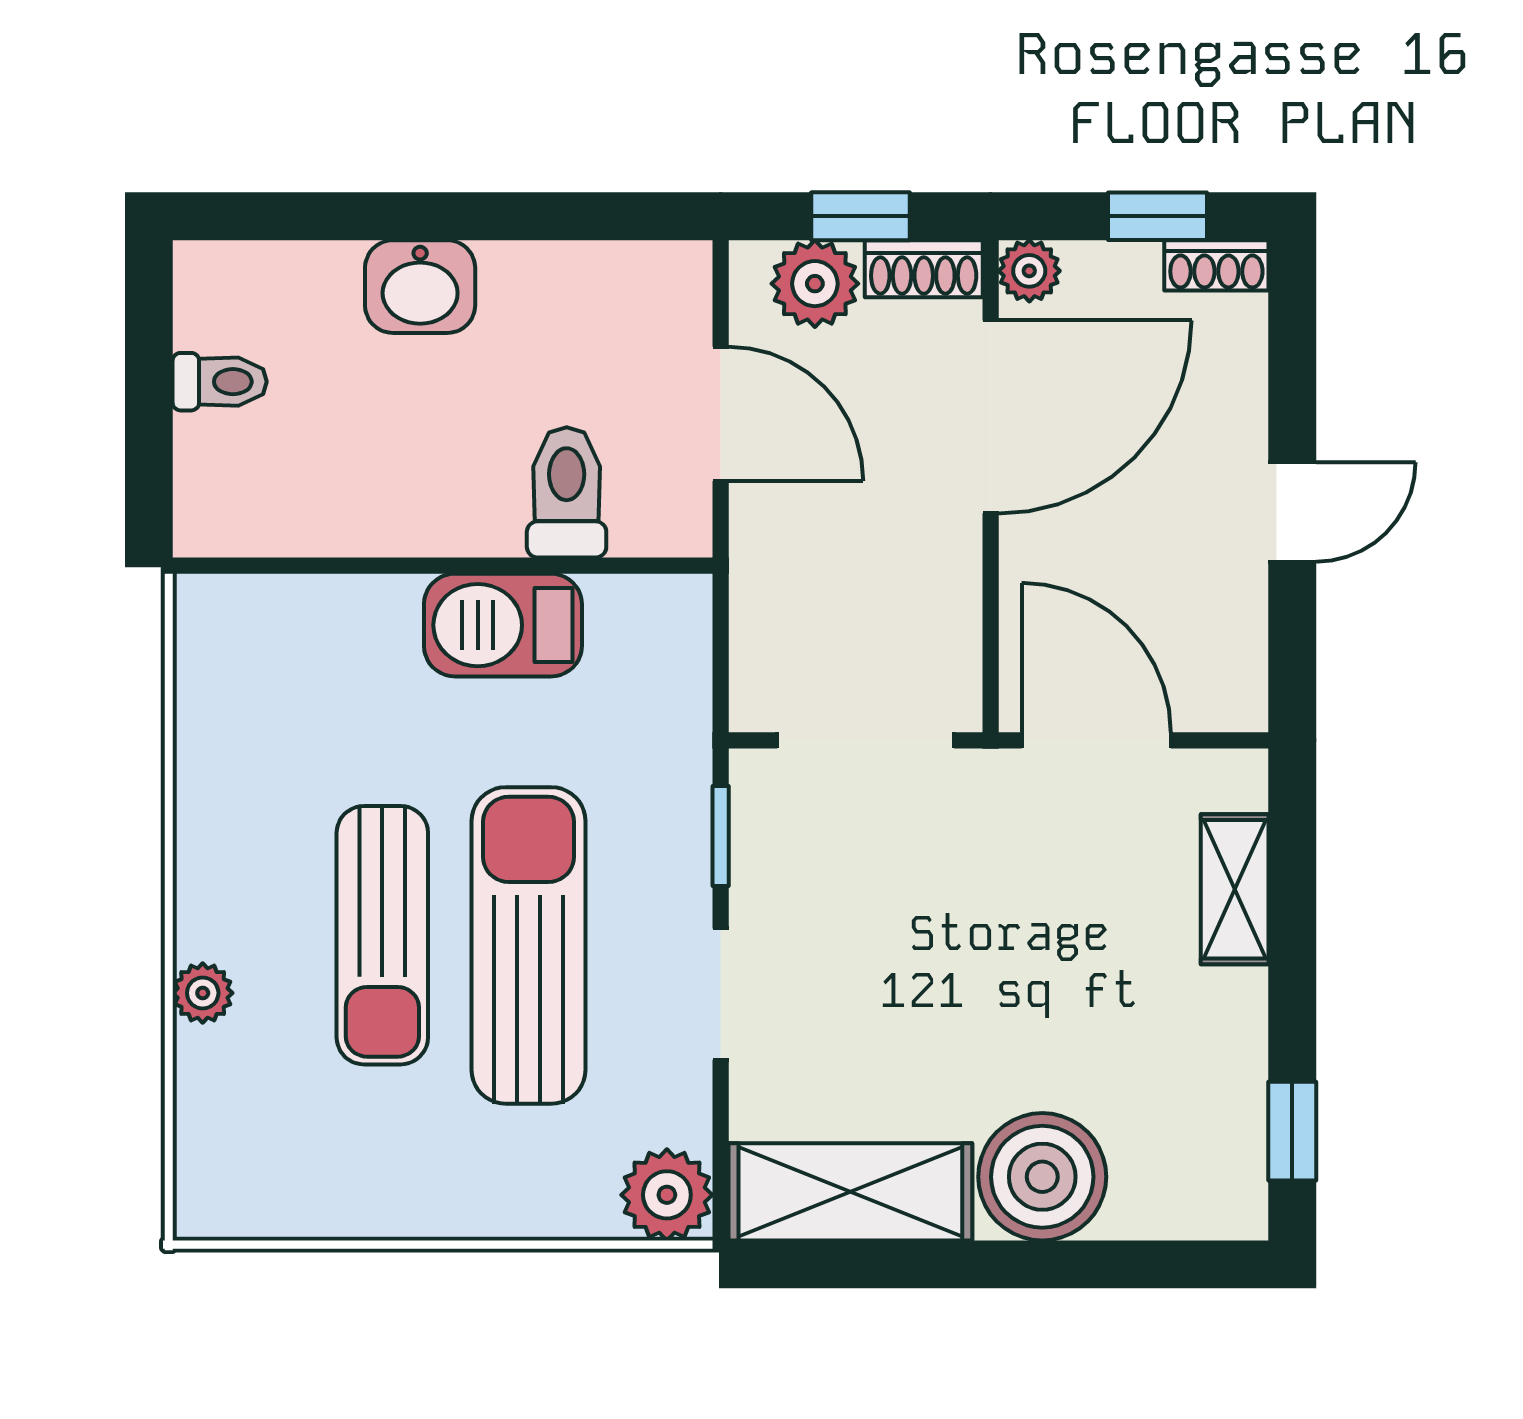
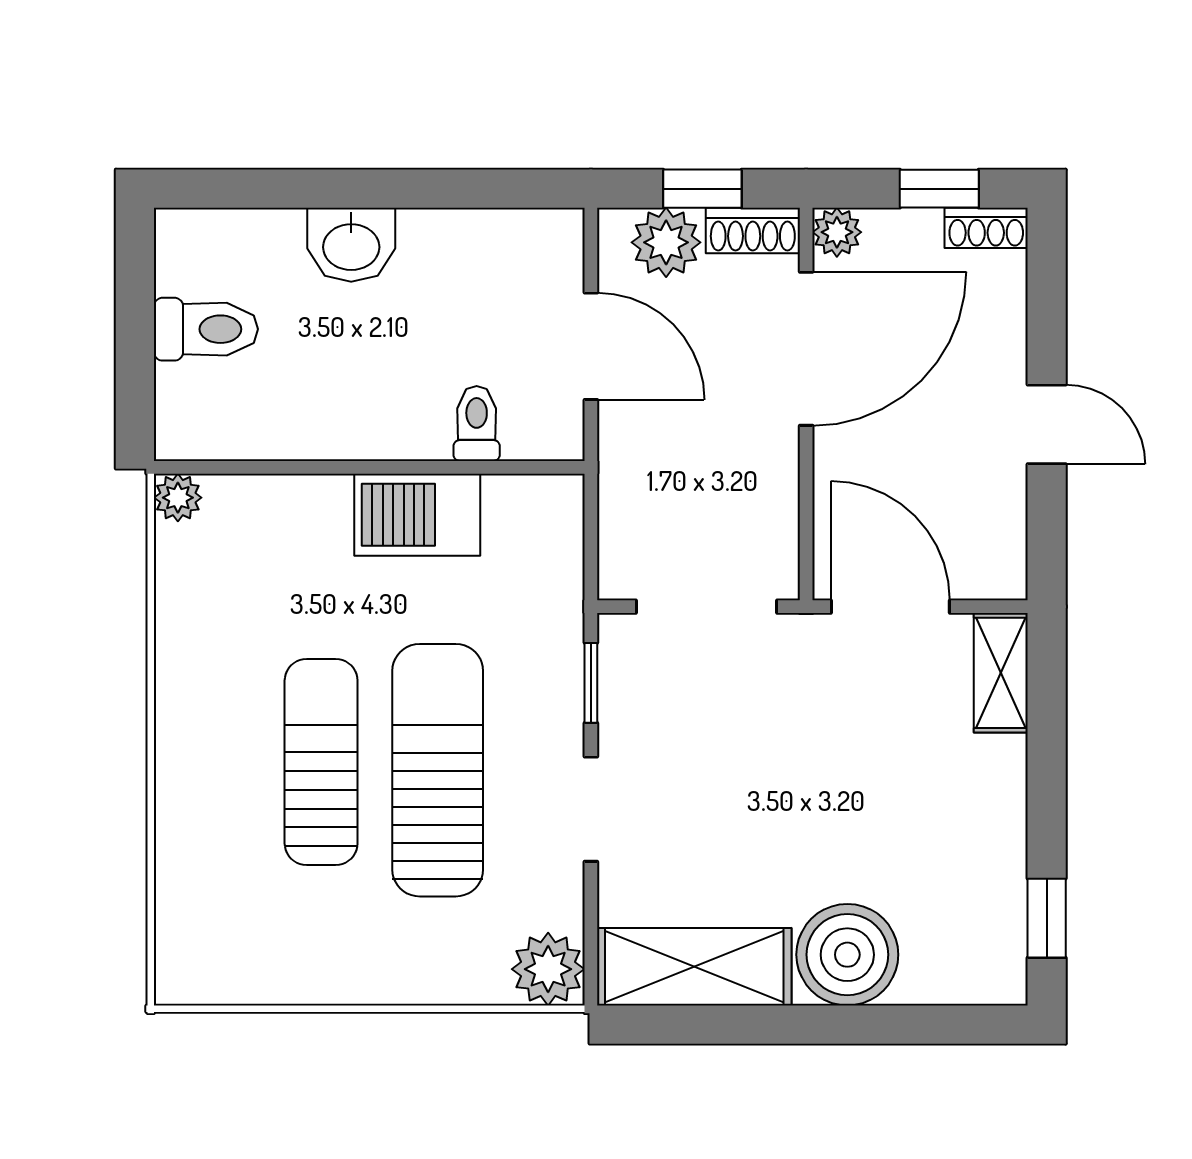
toilet: (220, 382) -> (206, 329), width x1.37, depth x1.39
toilet: (567, 492) -> (477, 423), width x0.73, depth x0.72
door: (1292, 512) -> (1047, 424), hinge flipped
shelving: (1235, 889) -> (1001, 673), moved
sun lounger: (382, 935) -> (321, 762), turned 180
plant: (203, 993) -> (178, 498), moved

